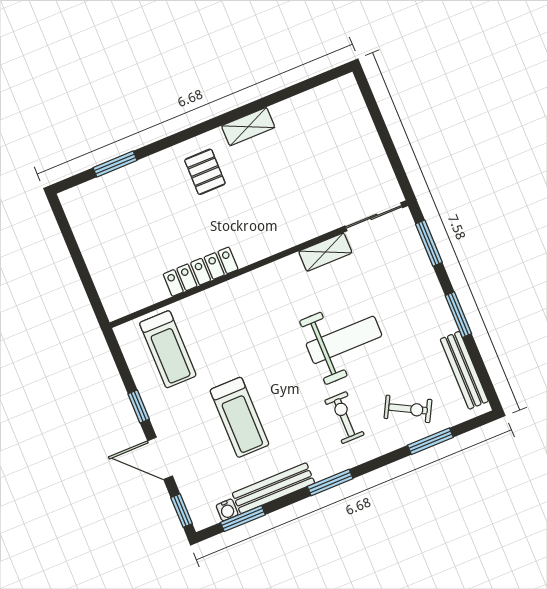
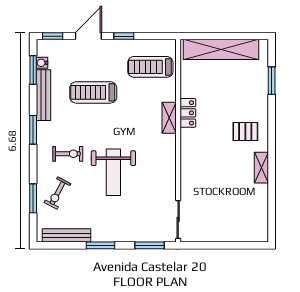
shelving: (325, 252) -> (169, 118), moved
shelving: (100, 256) -> (221, 49), added
locker: (201, 272) -> (188, 113), width x0.66

